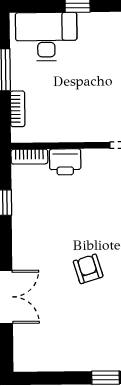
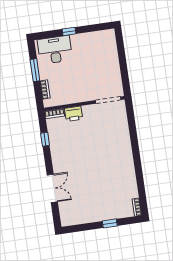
armchair: (88, 269) -> (93, 168), removed

